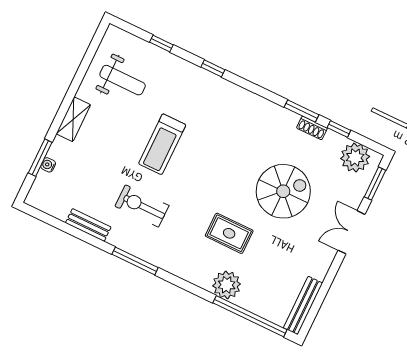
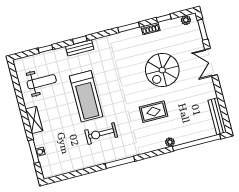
window: (302, 111) -> (129, 27), moved
treadmill: (162, 144) -> (86, 96), width x1.37, depth x1.38
plant: (355, 157) -> (186, 20), width x0.53, depth x0.53
spiral stairs: (283, 191) -> (162, 70), turned 180
bench: (88, 225) -> (80, 48), moved
plant: (227, 285) -> (170, 142), width x0.53, depth x0.53

